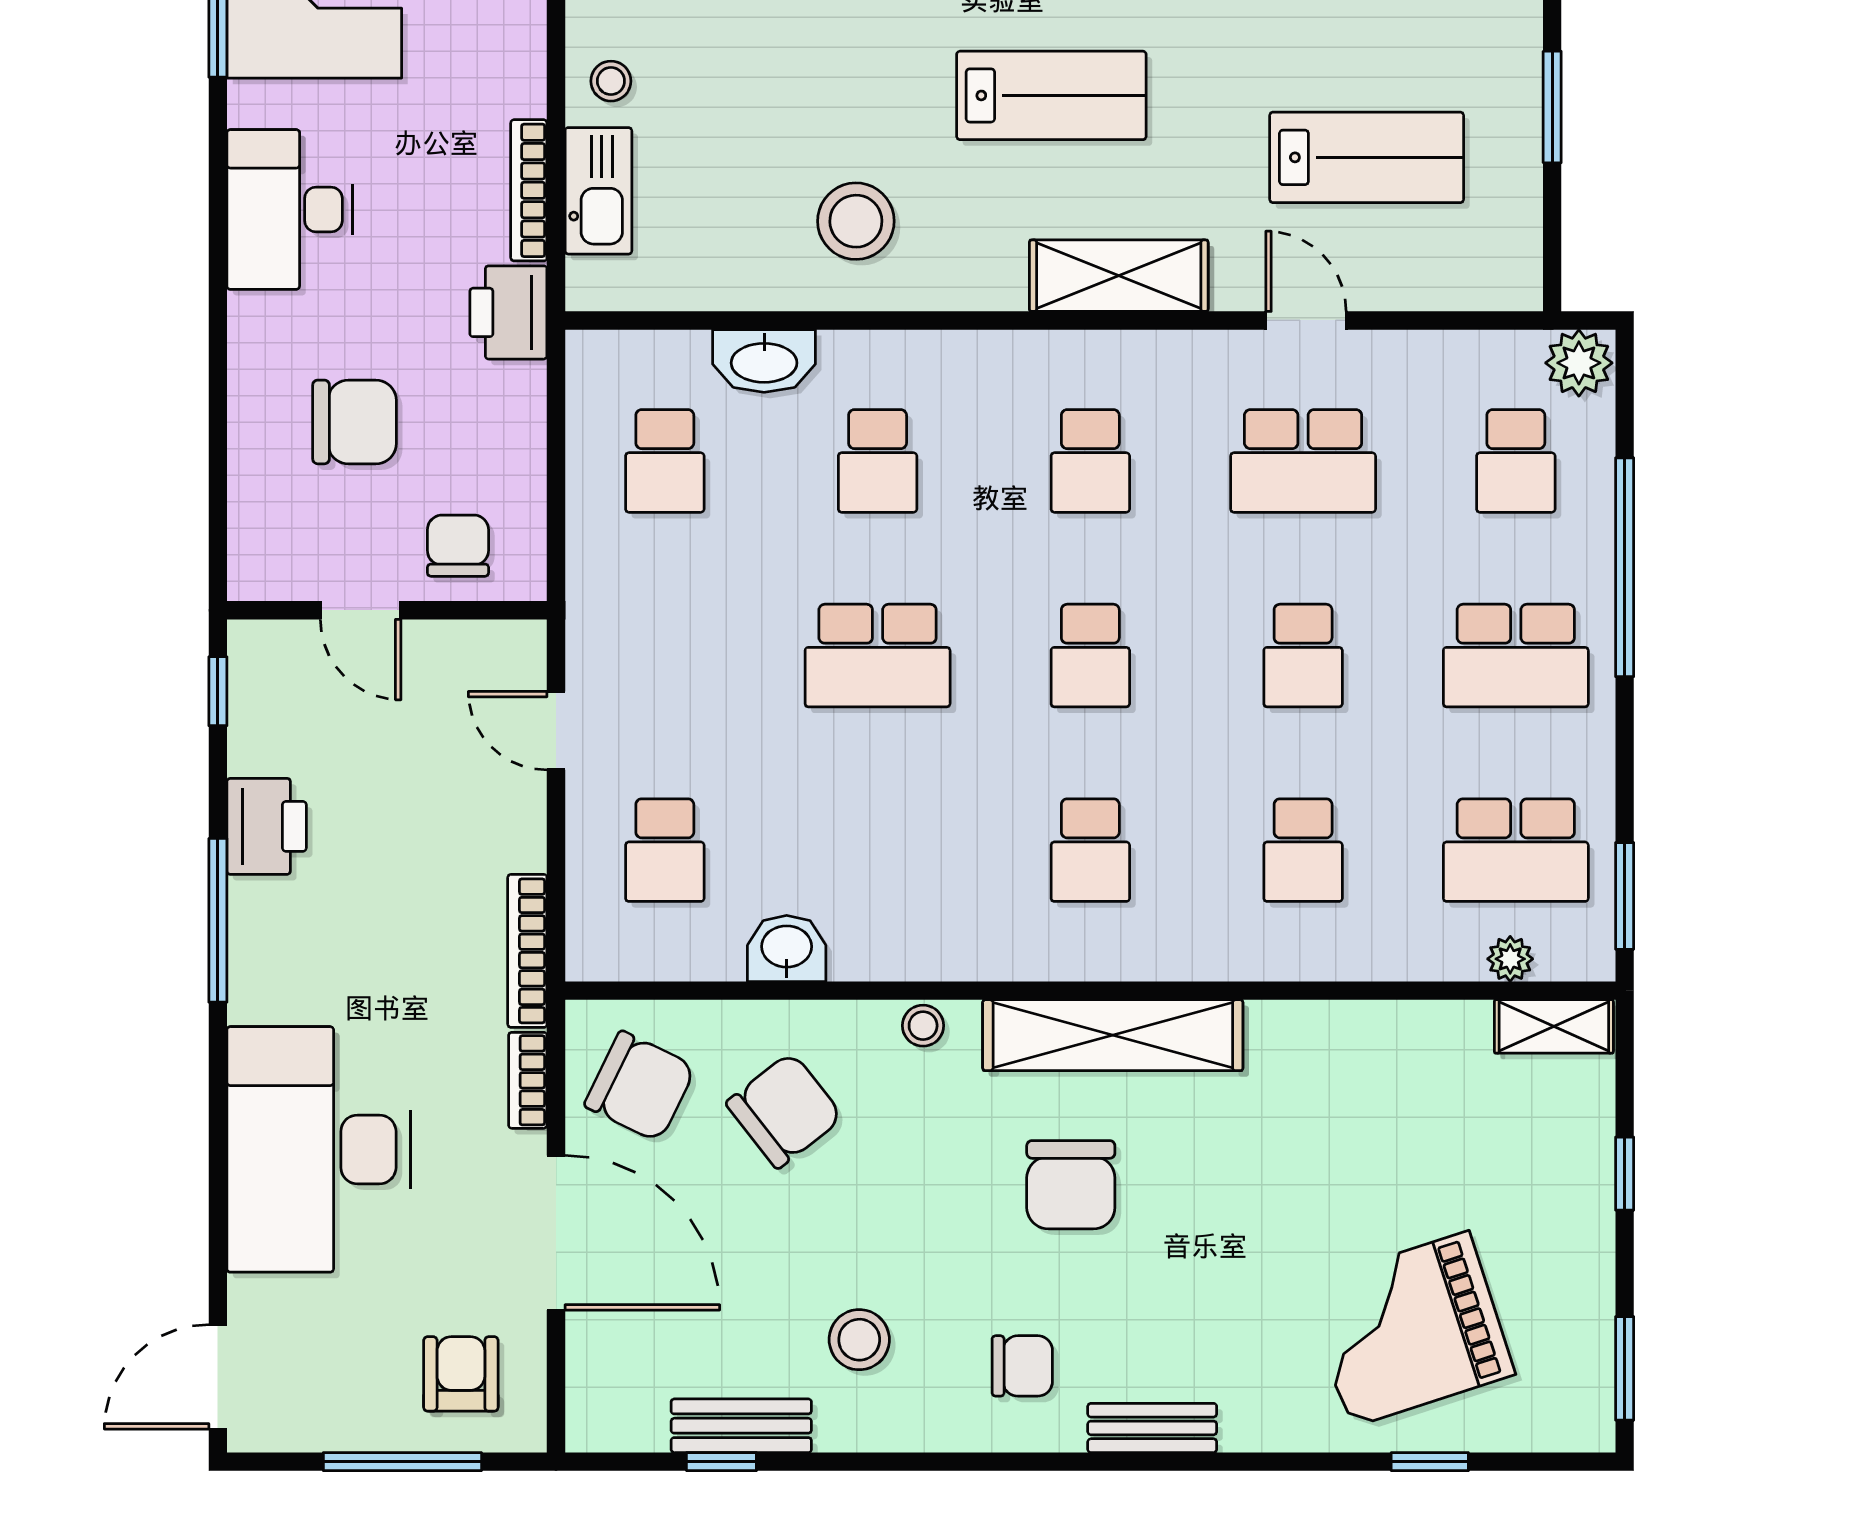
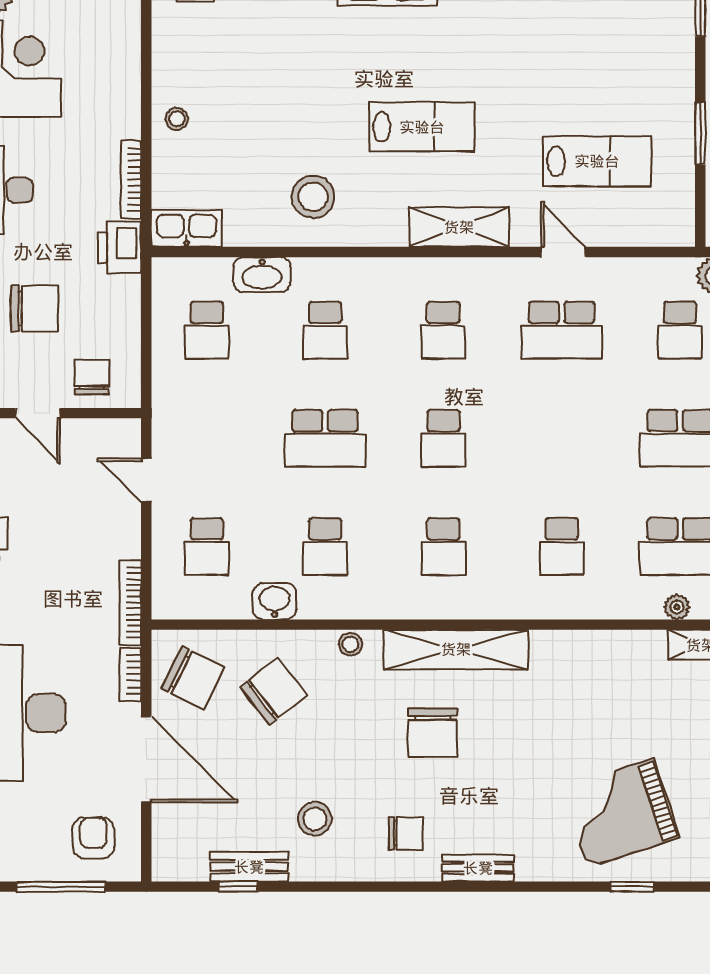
kitchen sink: (598, 191) -> (186, 228), moved, turned -90
school desk: (1303, 656) -> (325, 547), moved

